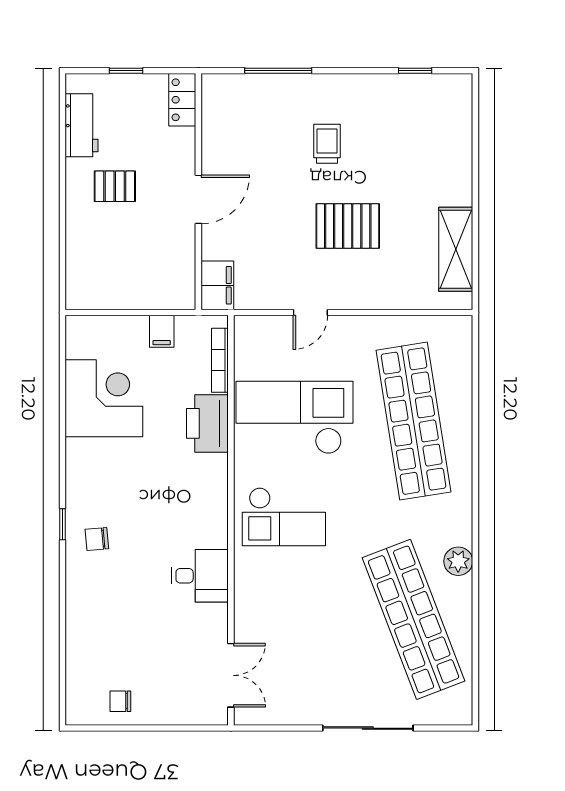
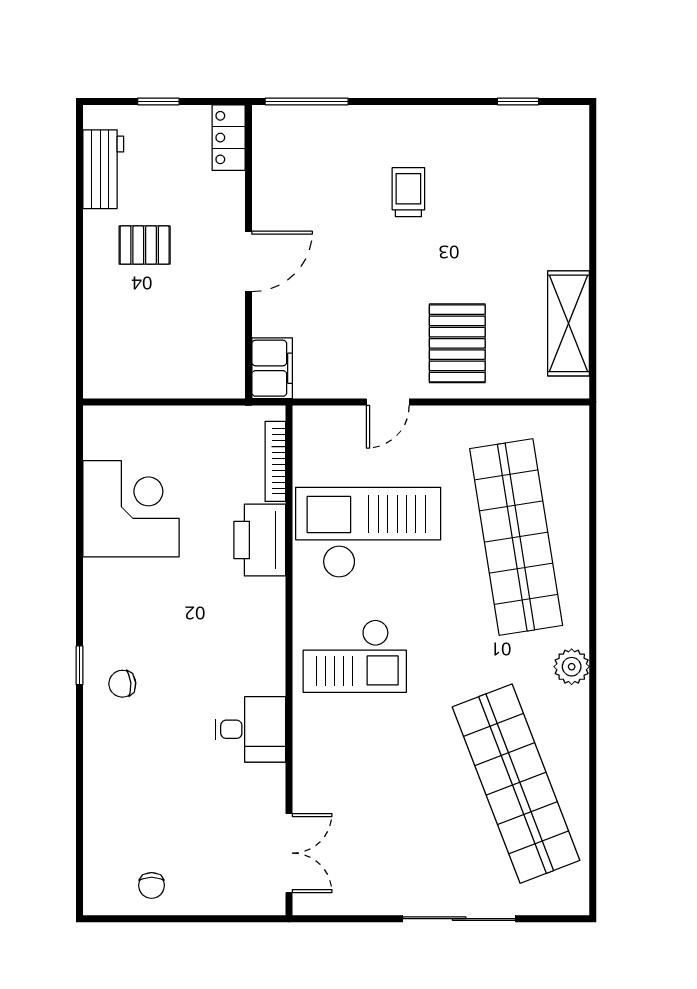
window: (278, 71) -> (307, 101), moved
pallet: (348, 226) -> (457, 343), moved, turned 90
filing cabinet: (162, 331) -> (203, 425), removed
plant: (458, 561) -> (572, 667), moved
chair: (120, 701) -> (152, 885), turned -90

